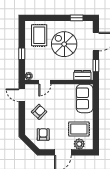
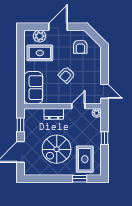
window: (77, 18) -> (80, 179), moved
spiral stairs: (64, 44) -> (57, 149), turned 90
dresser: (82, 75) -> (54, 114), moved
armchair: (39, 112) -> (67, 75), moved

